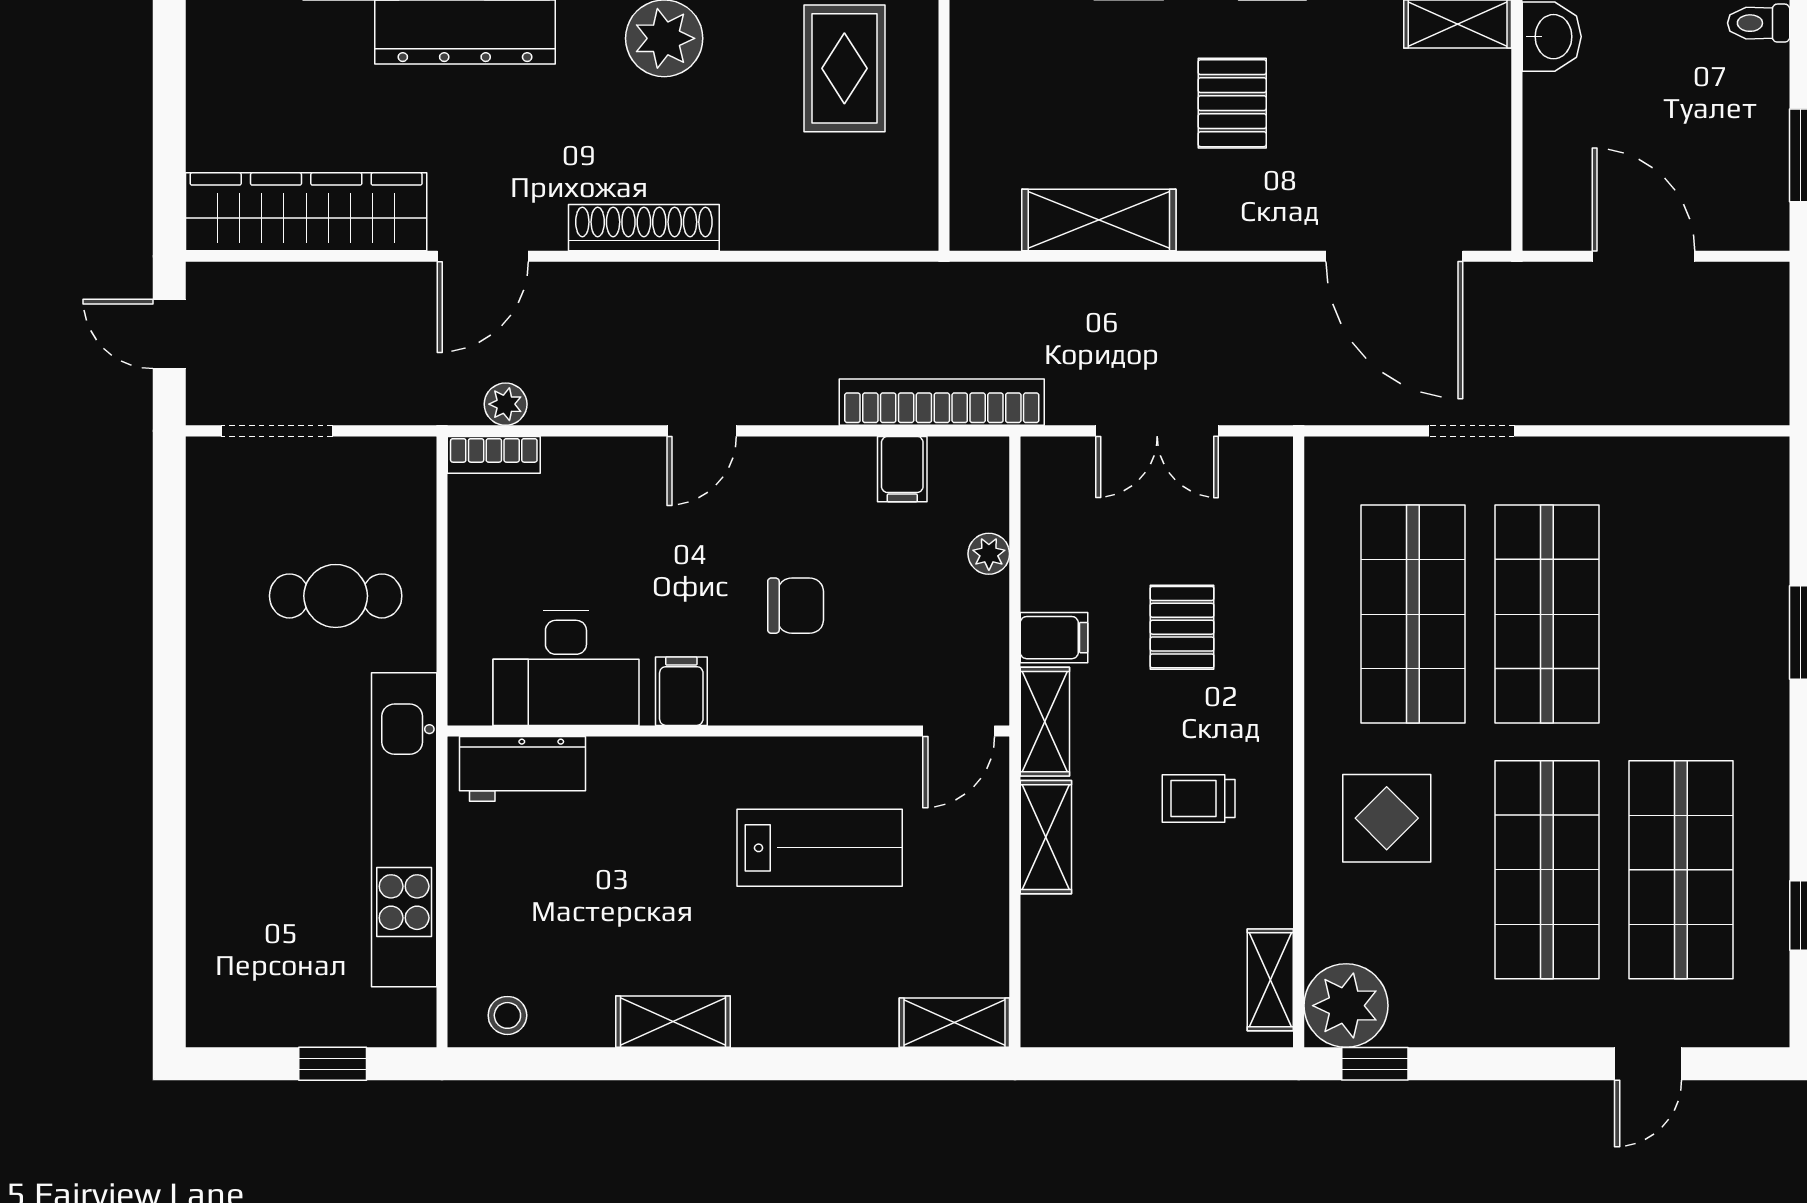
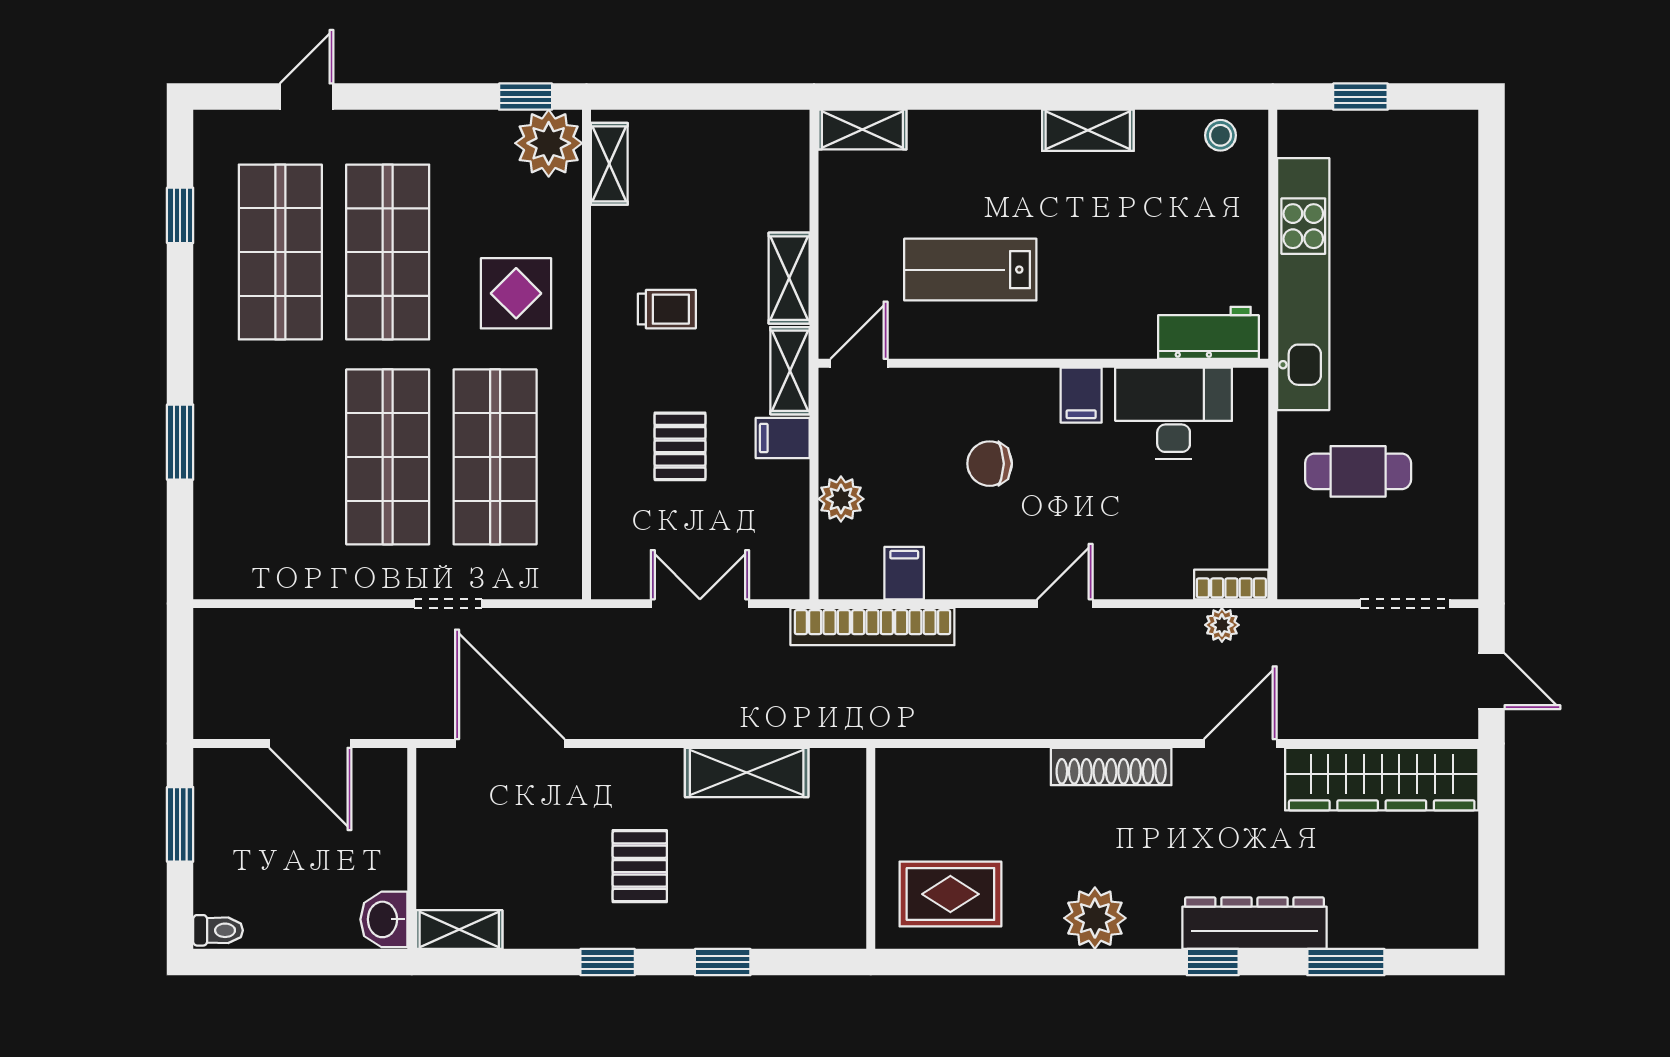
rug: (844, 68) -> (950, 894), turned 90
plant: (989, 554) -> (841, 499), width x1.38, depth x1.38

